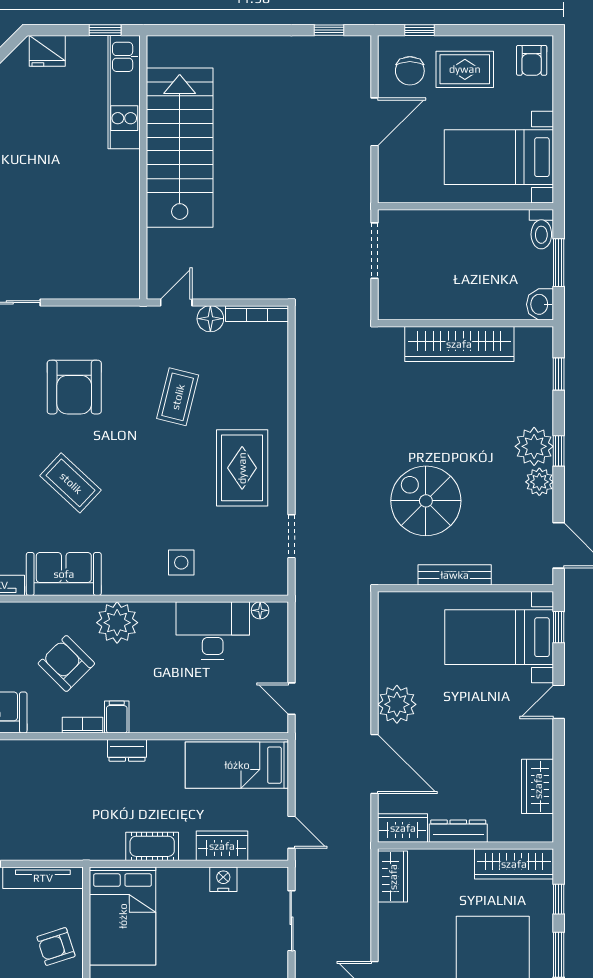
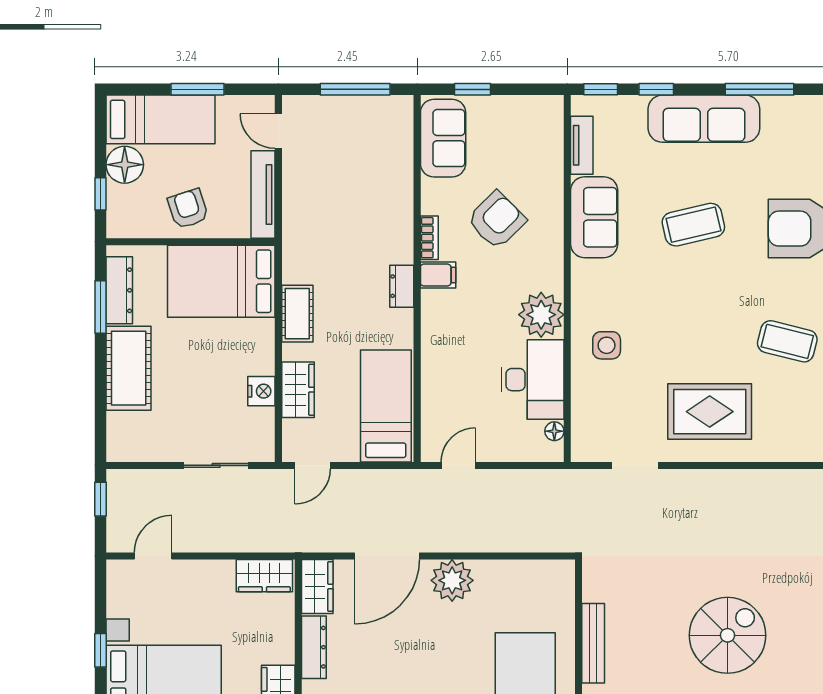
coffee table: (71, 483) -> (693, 225), turned 34
spiral stairs: (426, 501) -> (728, 635), moved
plant: (117, 623) -> (541, 315), moved

